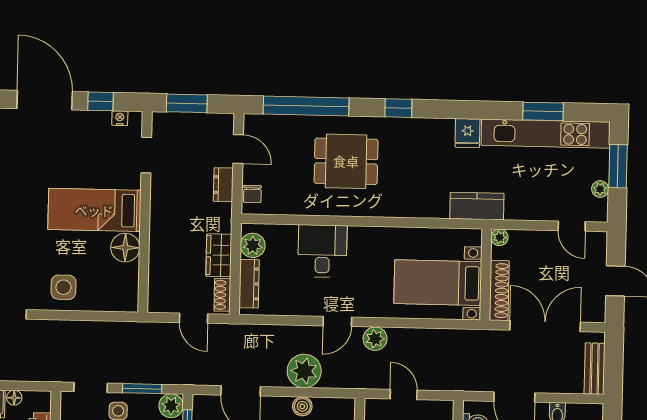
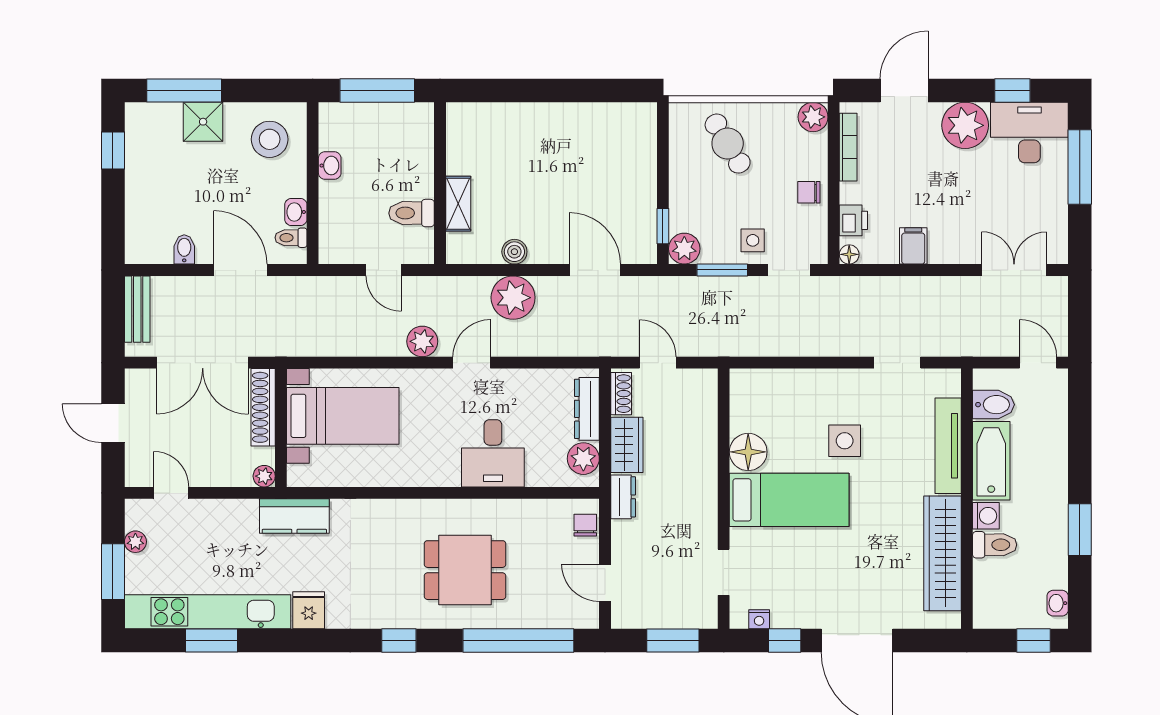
dresser: (223, 185) -> (623, 497), moved
side table: (63, 287) -> (845, 441), moved
floor lamp: (14, 398) -> (849, 254), moved

